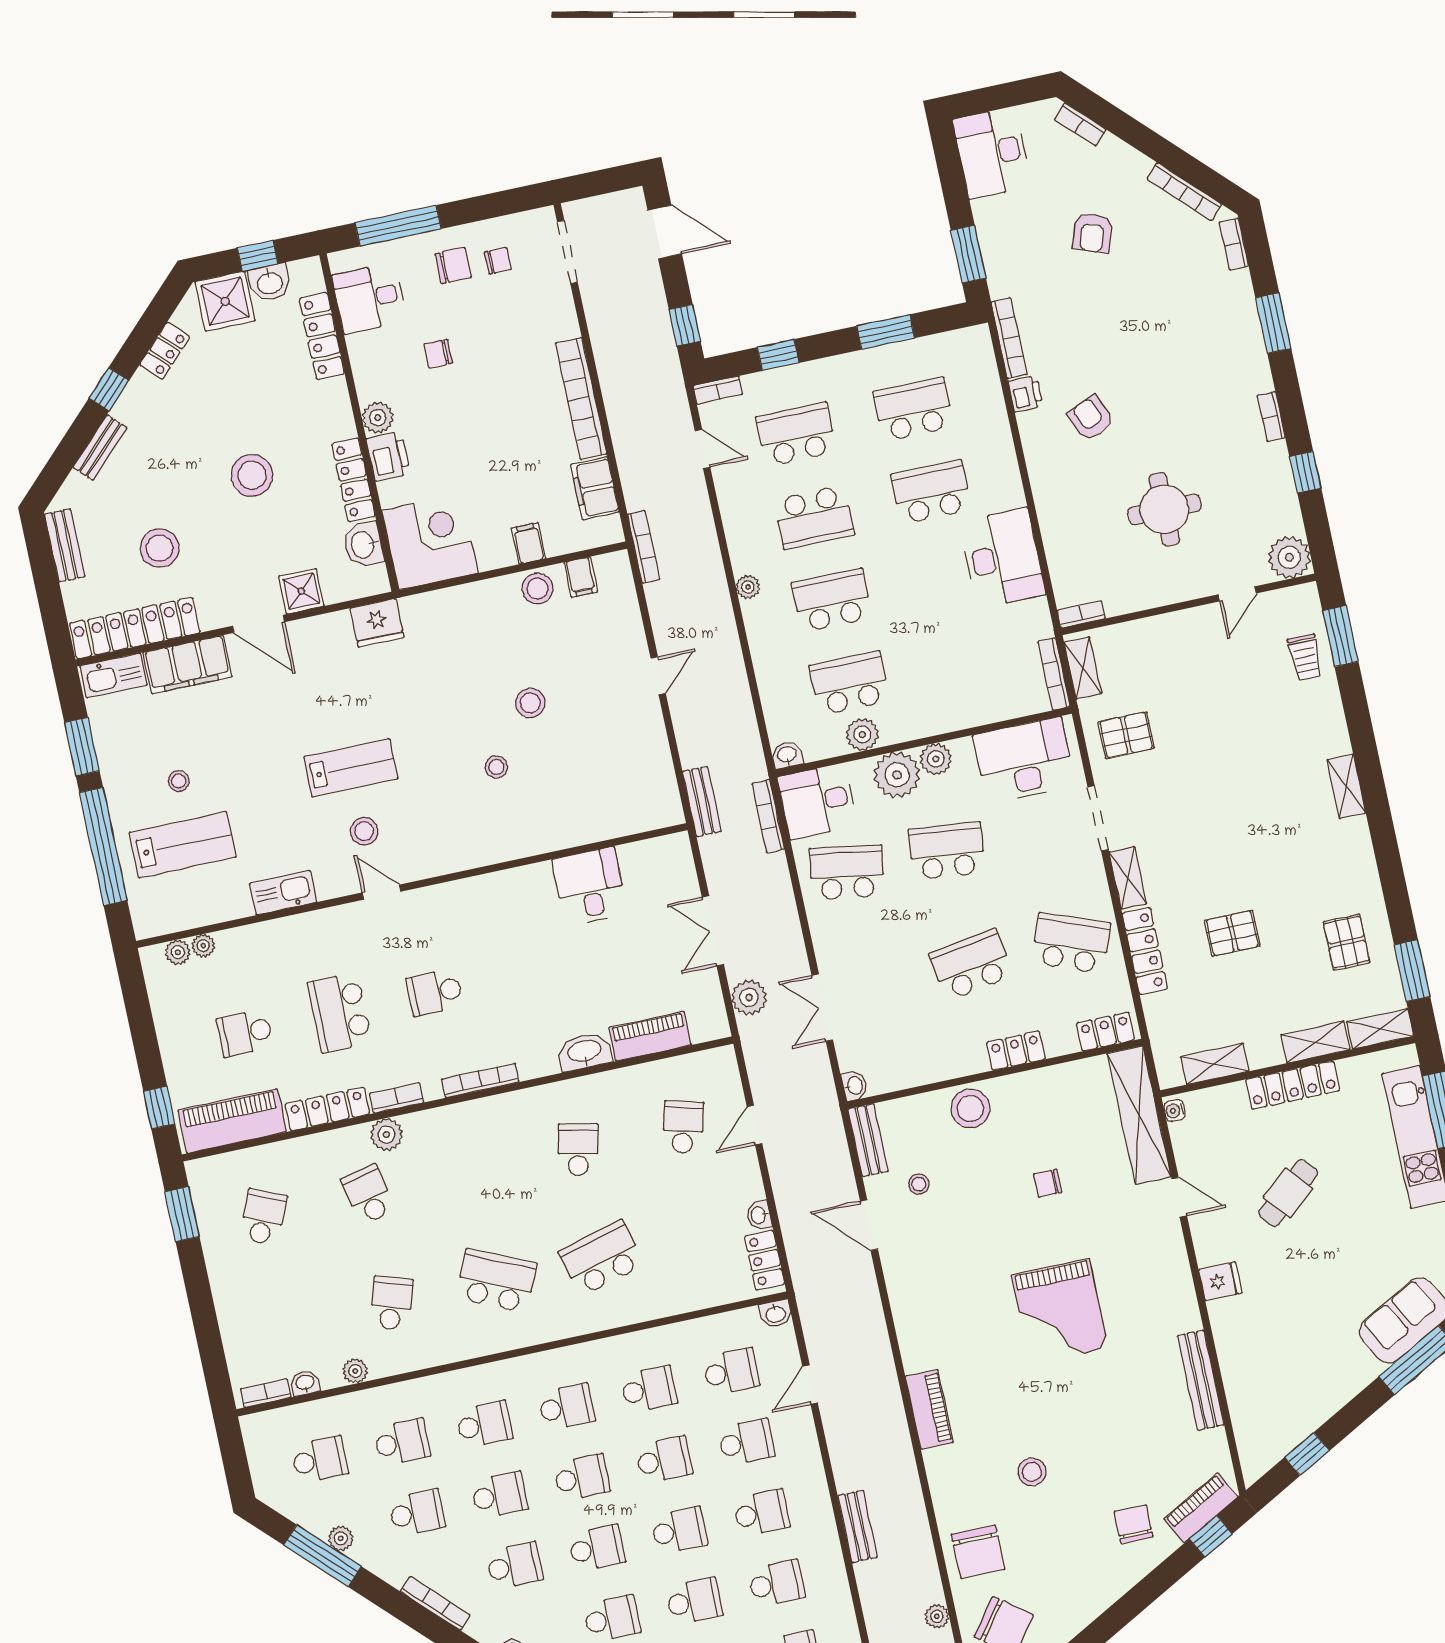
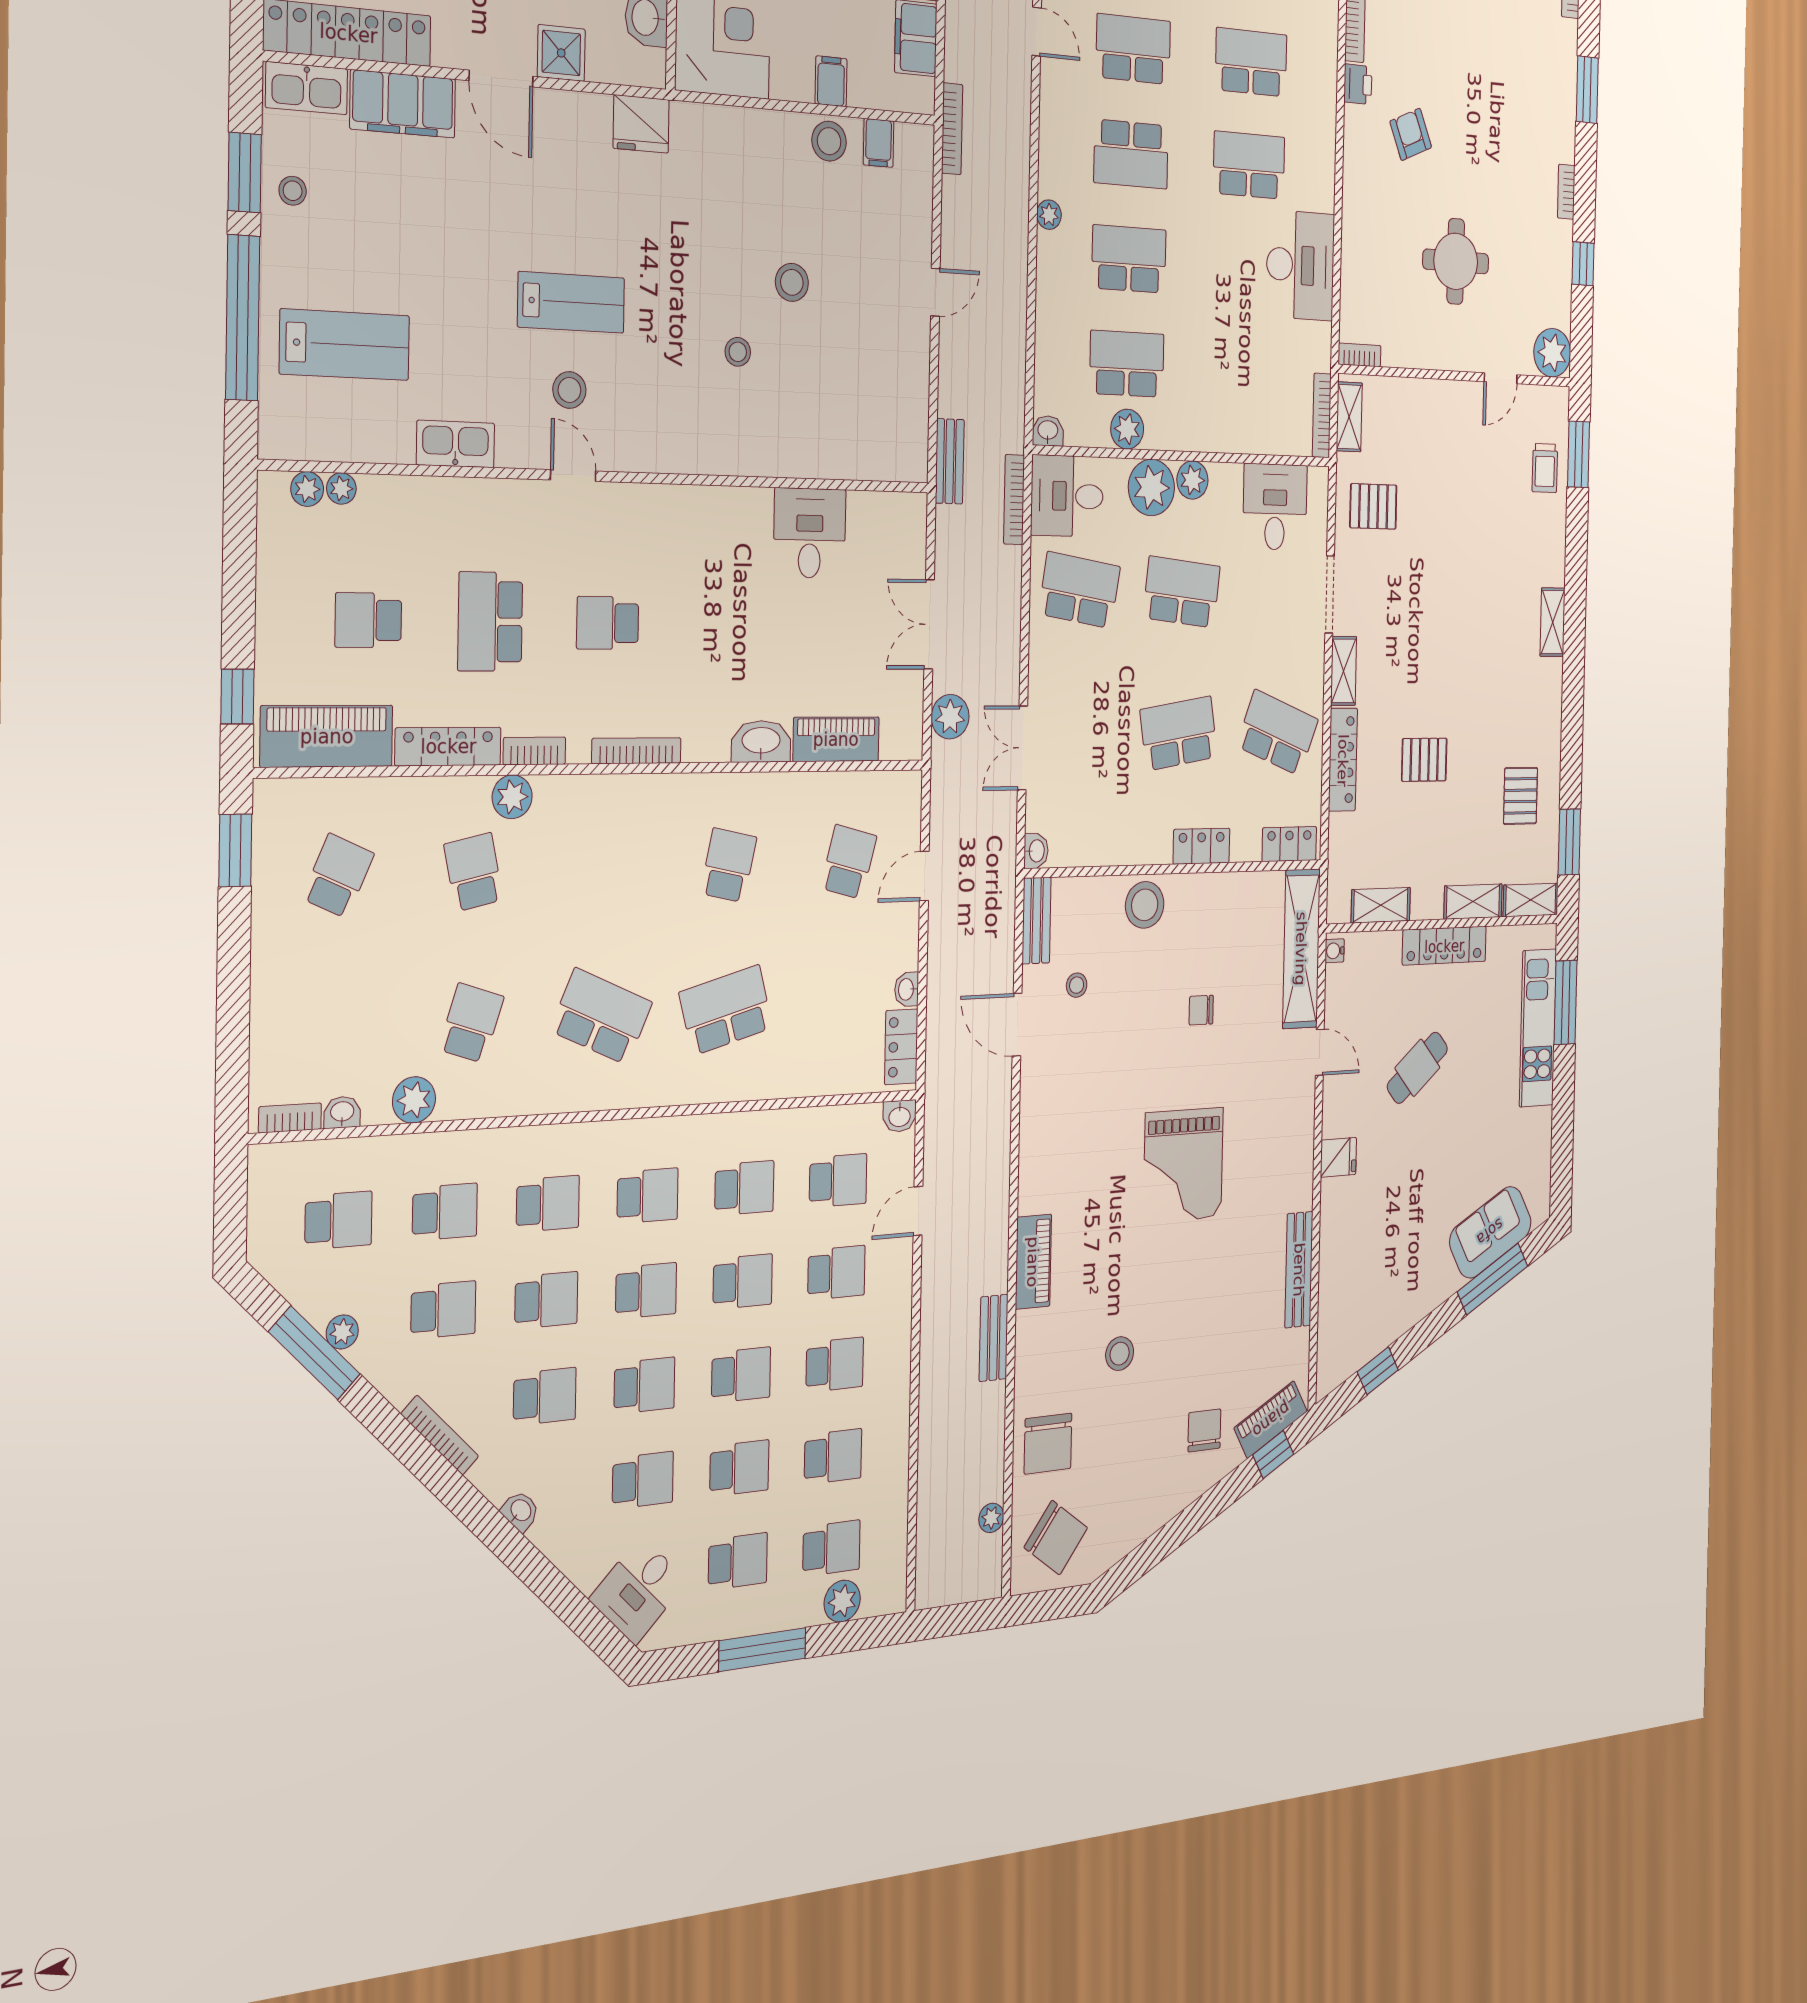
desk: (1024, 760) -> (1275, 507), width x0.73
stool: (179, 781) -> (293, 191), moved
plant: (355, 1371) -> (414, 1100), width x1.38, depth x1.38
bench: (858, 1526) -> (994, 1338), moved

